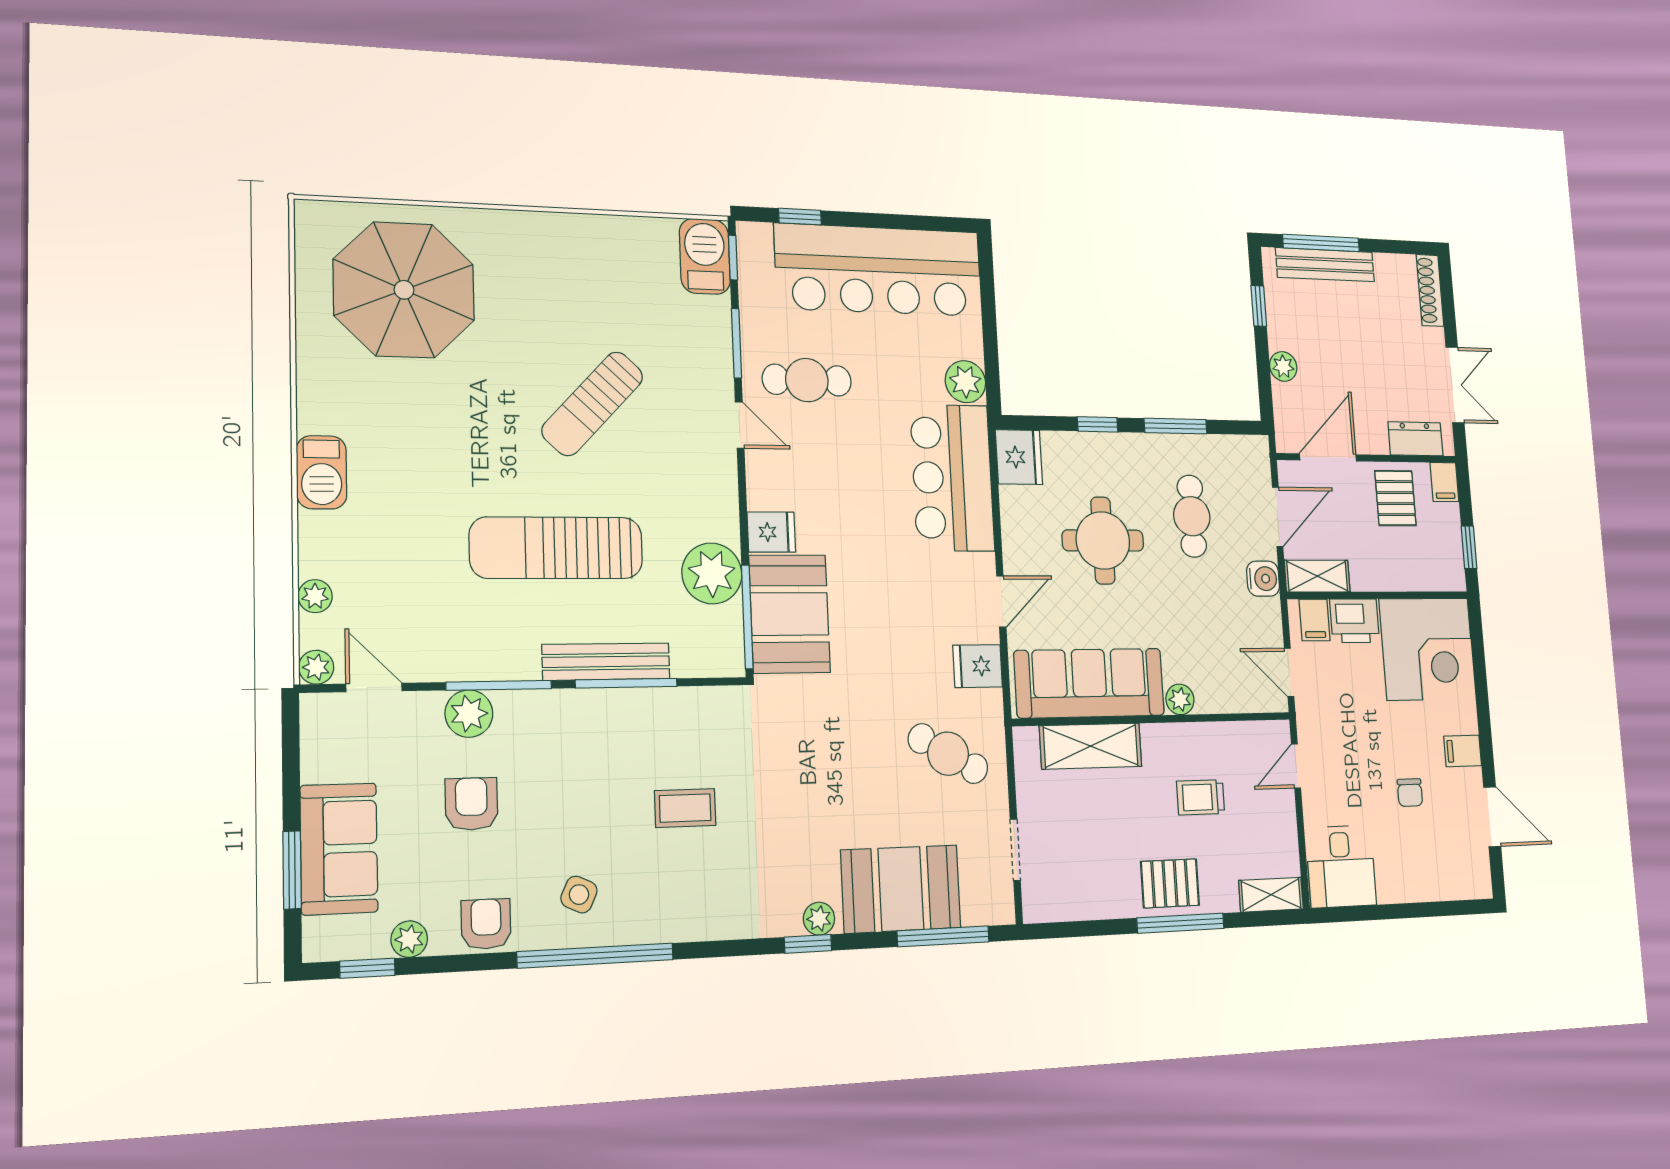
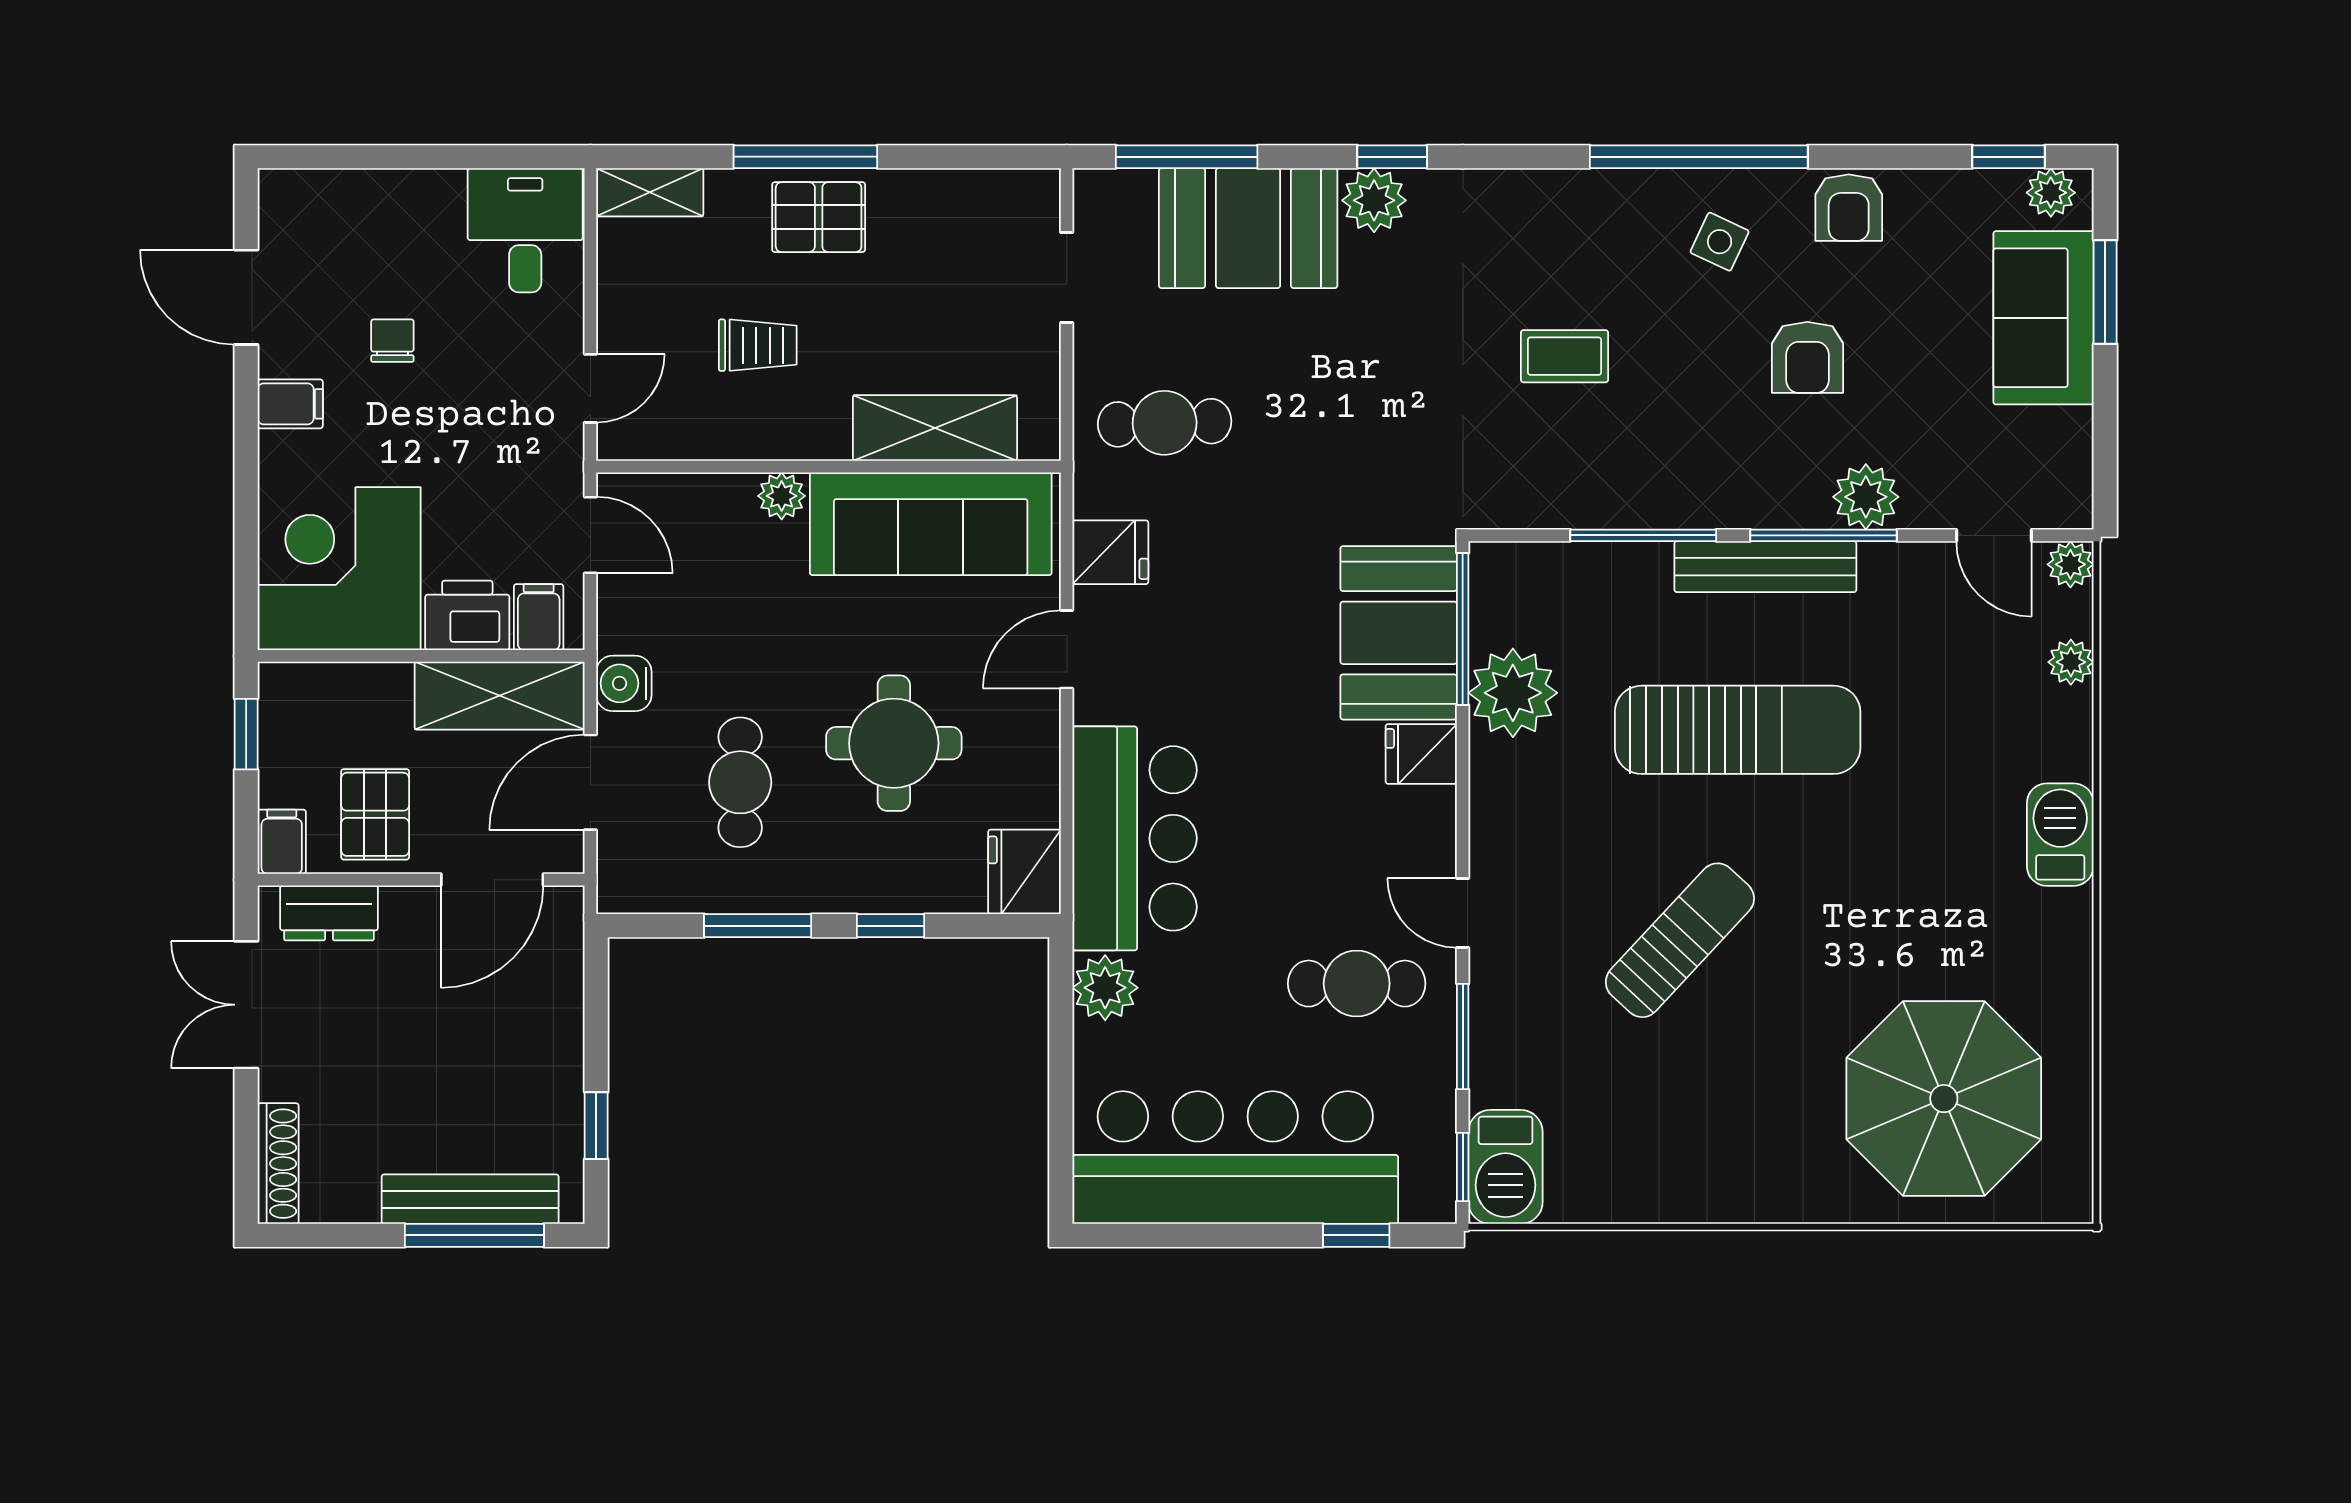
plant: (1283, 366) -> (560, 1027), removed
shelving: (1317, 576) -> (500, 696), width x1.50, depth x1.33
bench: (606, 662) -> (1765, 567), moved
cafe table: (948, 754) -> (1165, 423), turned -32
armchair: (471, 804) -> (1807, 357), moved
plant: (819, 919) -> (1374, 200), width x1.38, depth x1.38
plant: (409, 939) -> (2051, 193), moved

